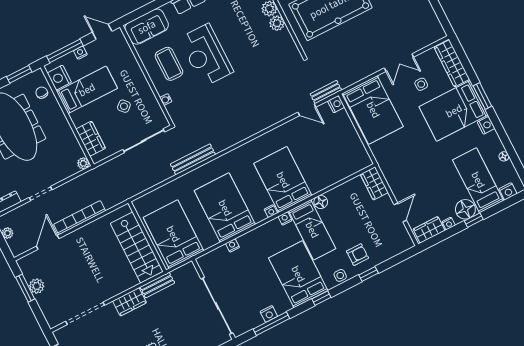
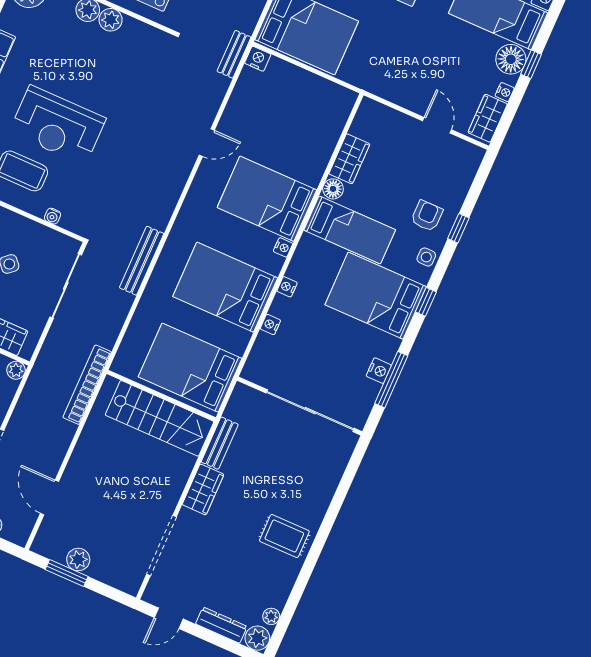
door: (307, 110) -> (207, 143), moved
wardrobe: (374, 183) -> (349, 159), moved, turned -90
bookcase: (80, 218) -> (87, 385), moved
nightstand: (285, 218) -> (287, 287), moved

